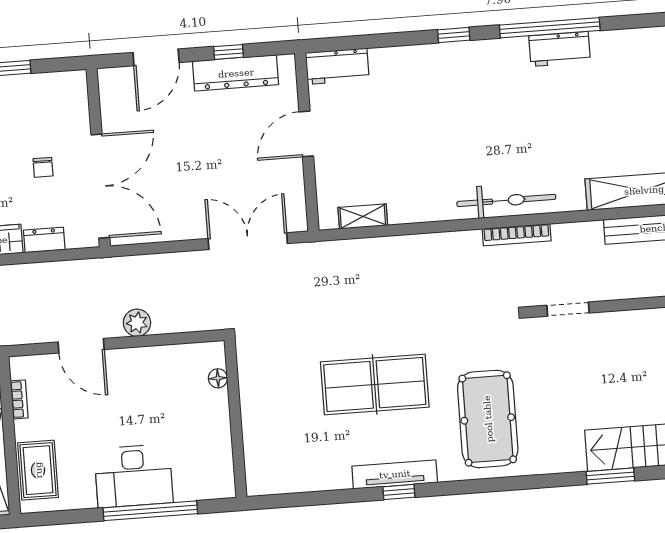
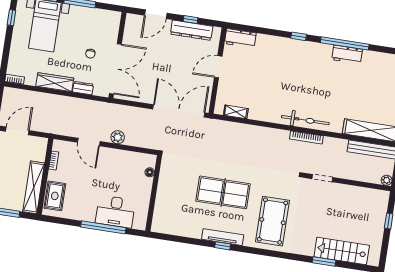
double door: (248, 241) -> (179, 111), width x1.36
desk: (134, 476) -> (115, 212), moved

